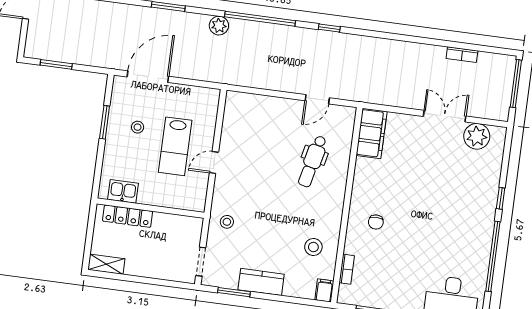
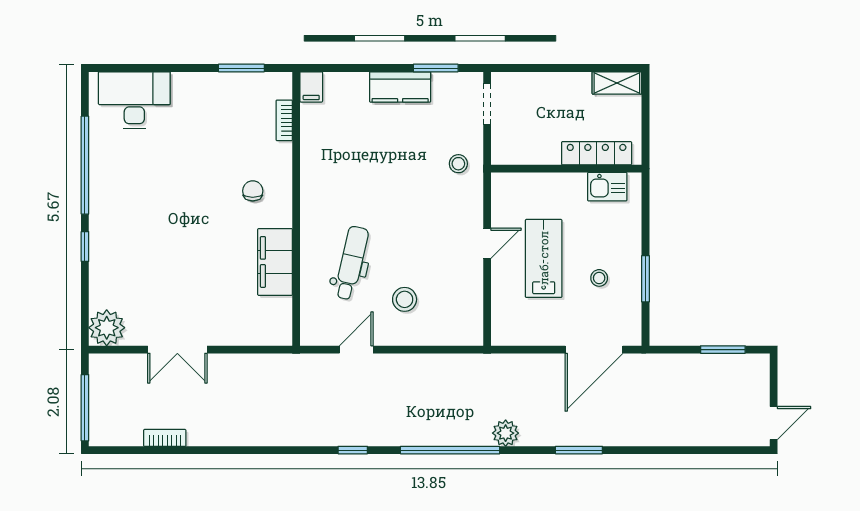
filing cabinet: (372, 133) -> (275, 262), moved
plant: (477, 136) -> (107, 328), moved
stool: (313, 247) -> (405, 299), moved

